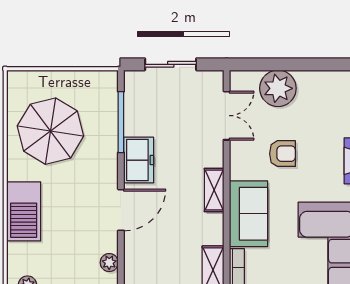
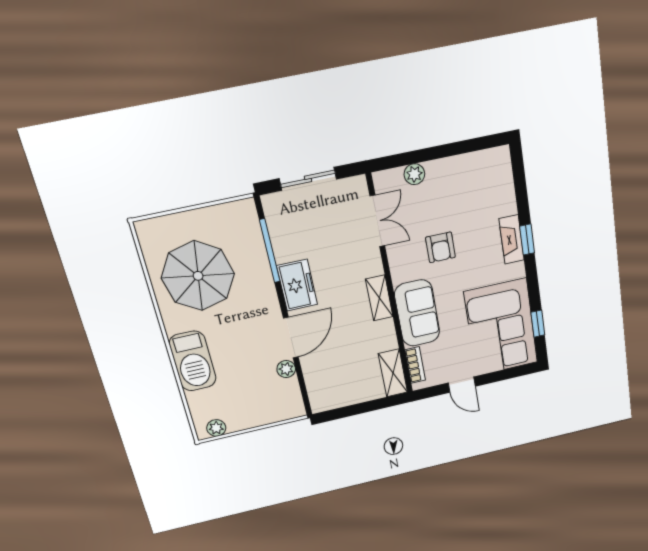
plant: (278, 88) -> (414, 174), width x0.53, depth x0.53
armchair: (283, 154) -> (440, 247), turned 90
plant: (109, 263) -> (286, 369), moved

